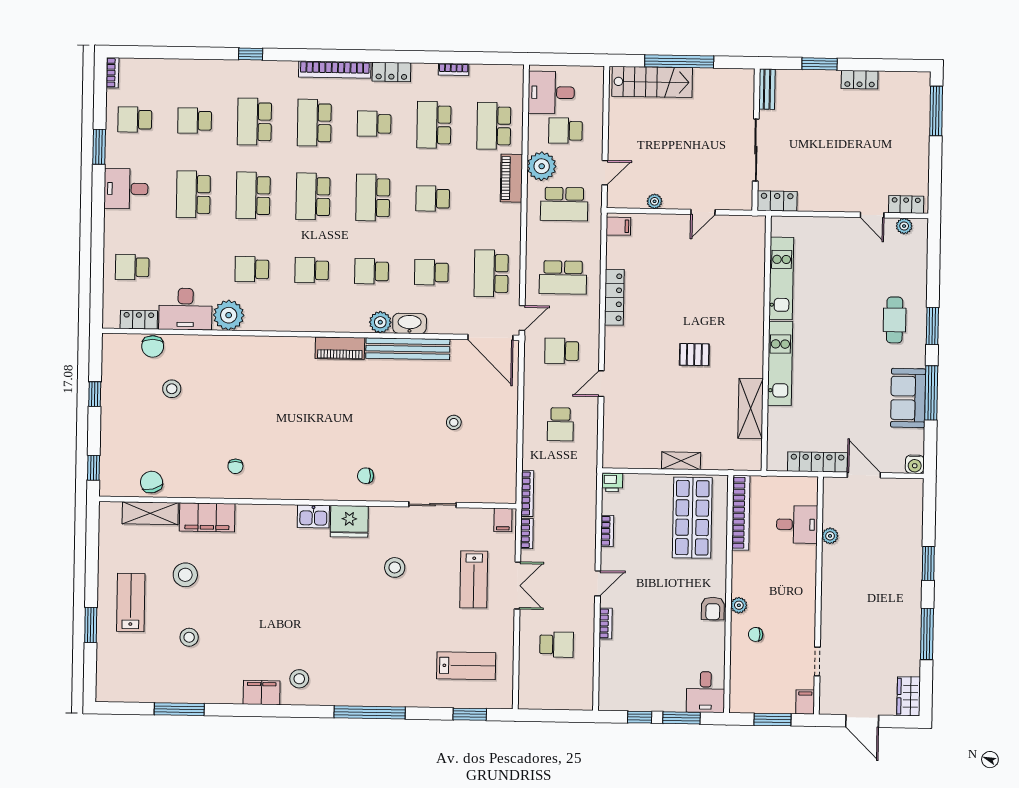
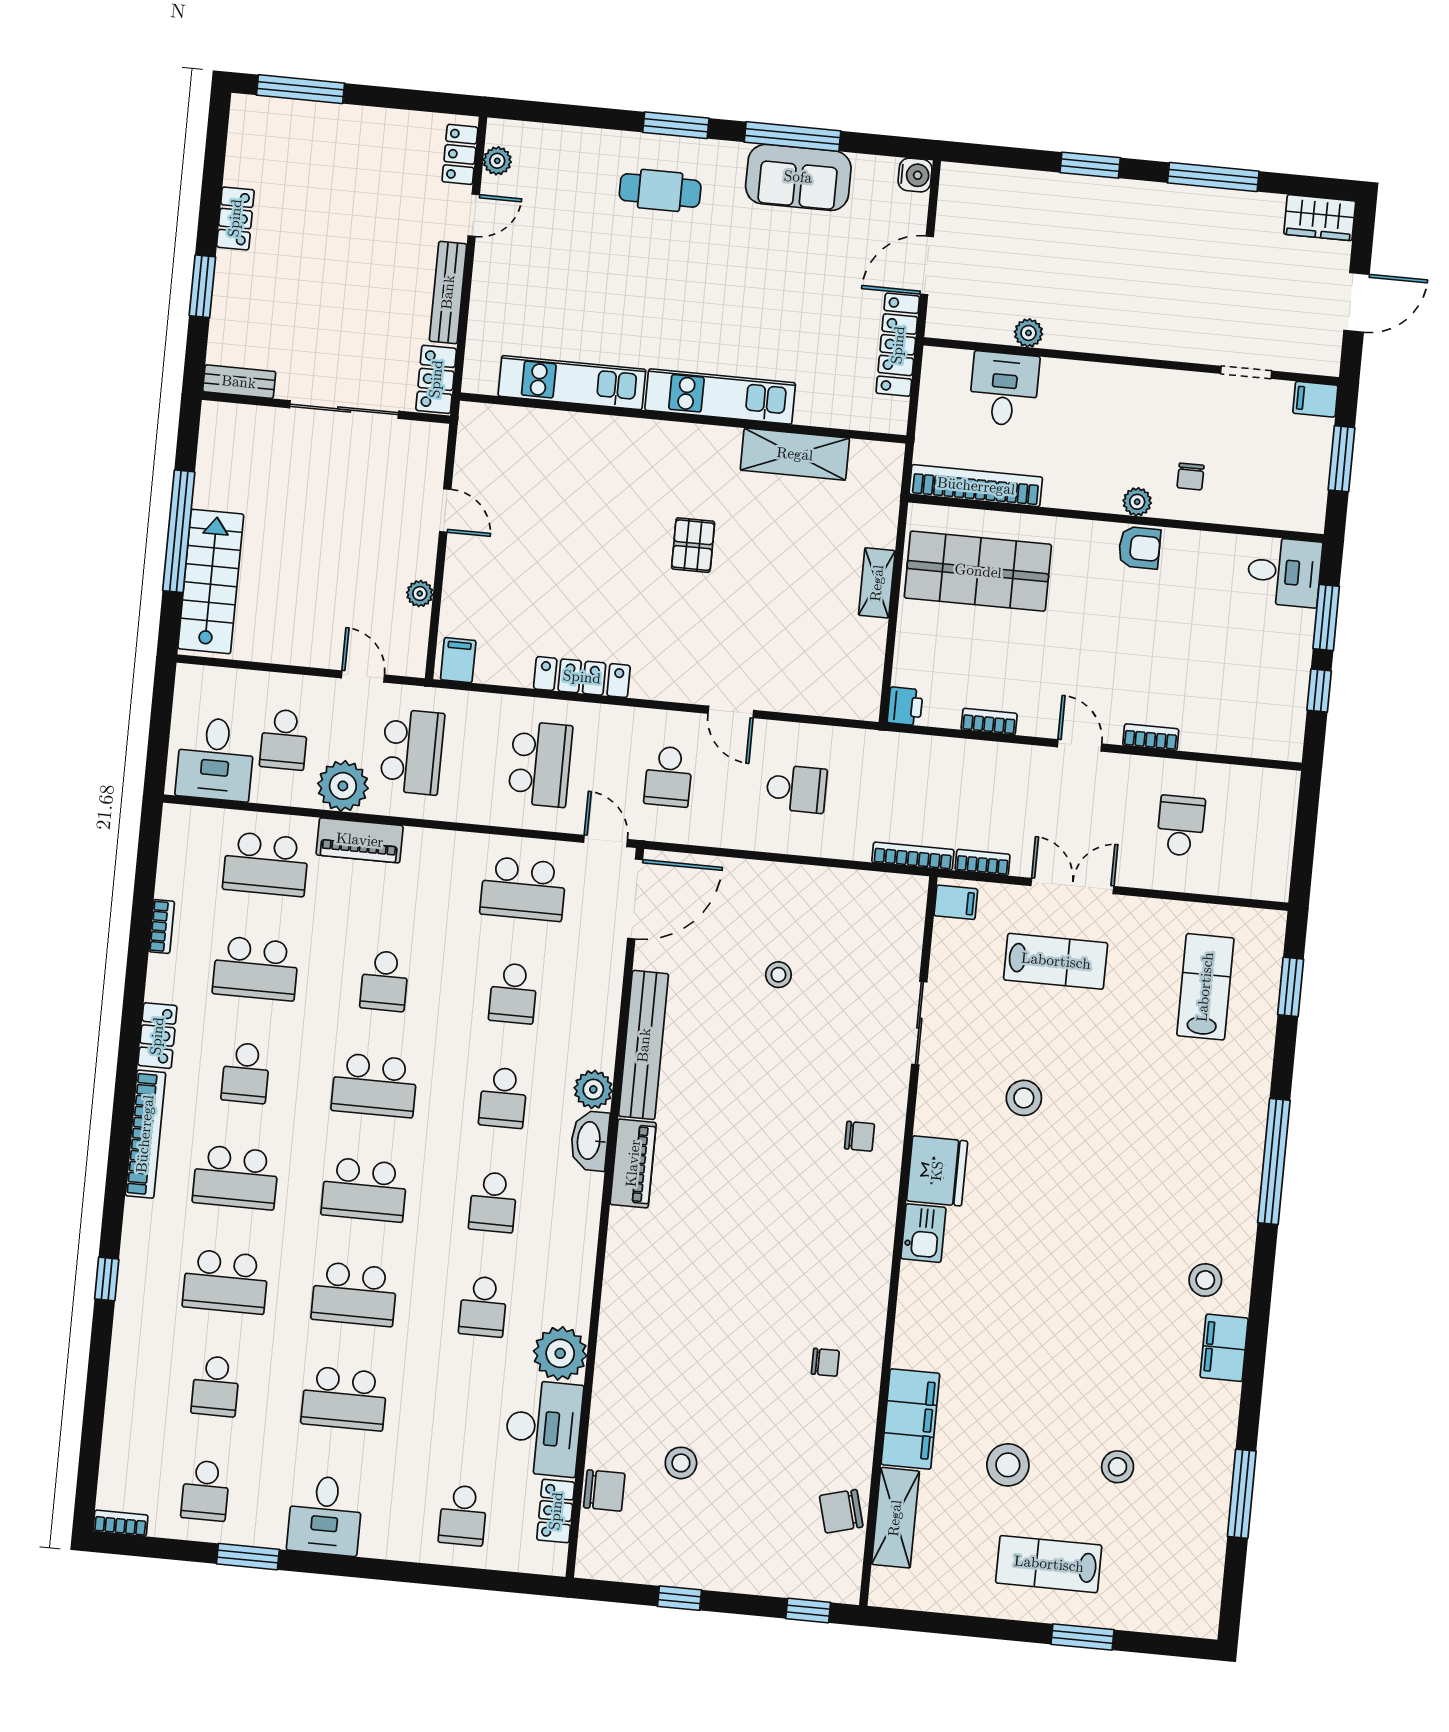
bench: (827, 204) -> (448, 292), added
washbasin: (410, 323) -> (590, 1141), moved
chair: (366, 476) -> (860, 1136), turned -90

